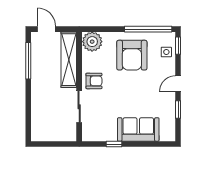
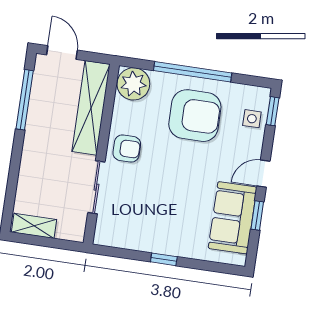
window: (148, 29) -> (193, 72), moved
armchair: (132, 55) -> (195, 116), turned -90
sofa: (138, 129) -> (233, 218), moved, turned -90
shelving: (45, 136) -> (34, 226), added
window: (114, 144) -> (164, 259), moved

